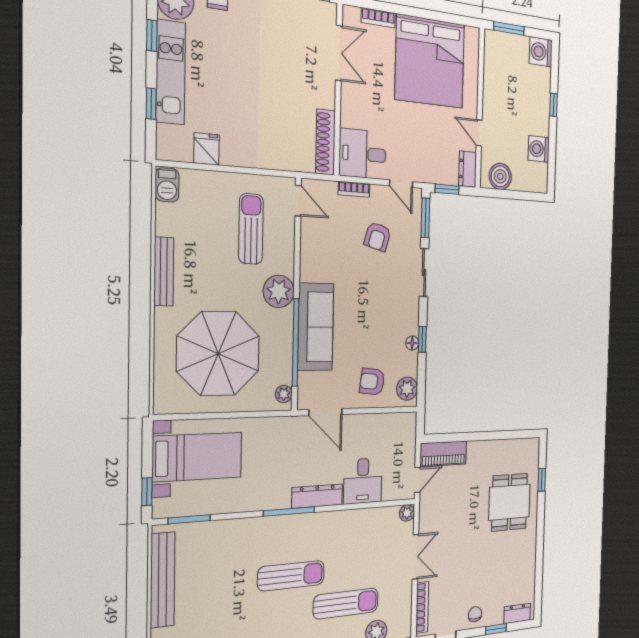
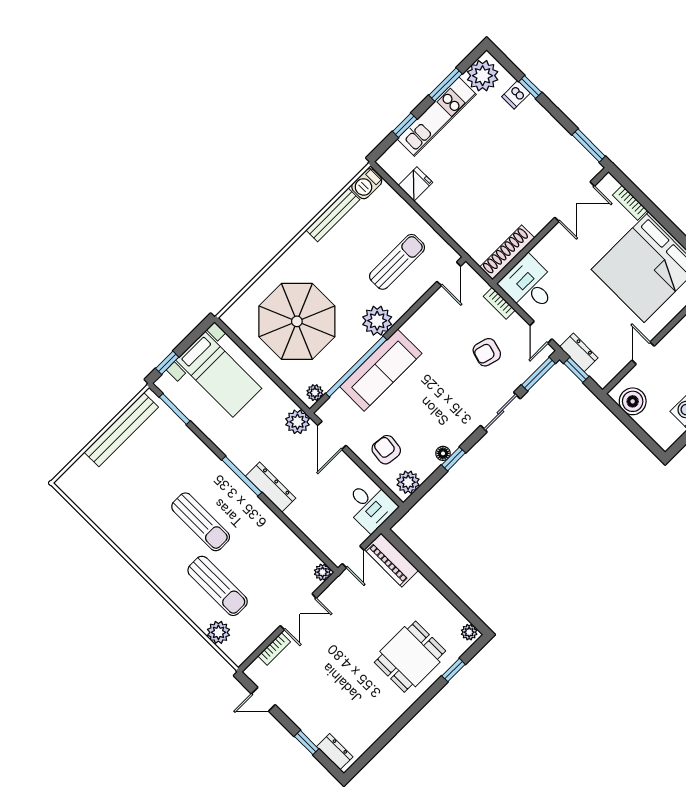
window: (152, 36) -> (445, 85), width x1.50
dresser: (468, 169) -> (579, 352), moved, turned 90
bench: (164, 272) -> (333, 215), moved
plant: (292, 429) -> (297, 422), added
plant: (531, 445) -> (469, 632), added
door: (417, 480) -> (353, 557), hinge flipped
desk: (363, 481) -> (370, 506), moved, turned -90
bookcase: (422, 607) -> (274, 649), width x0.64
chair: (475, 614) -> (302, 710), removed

